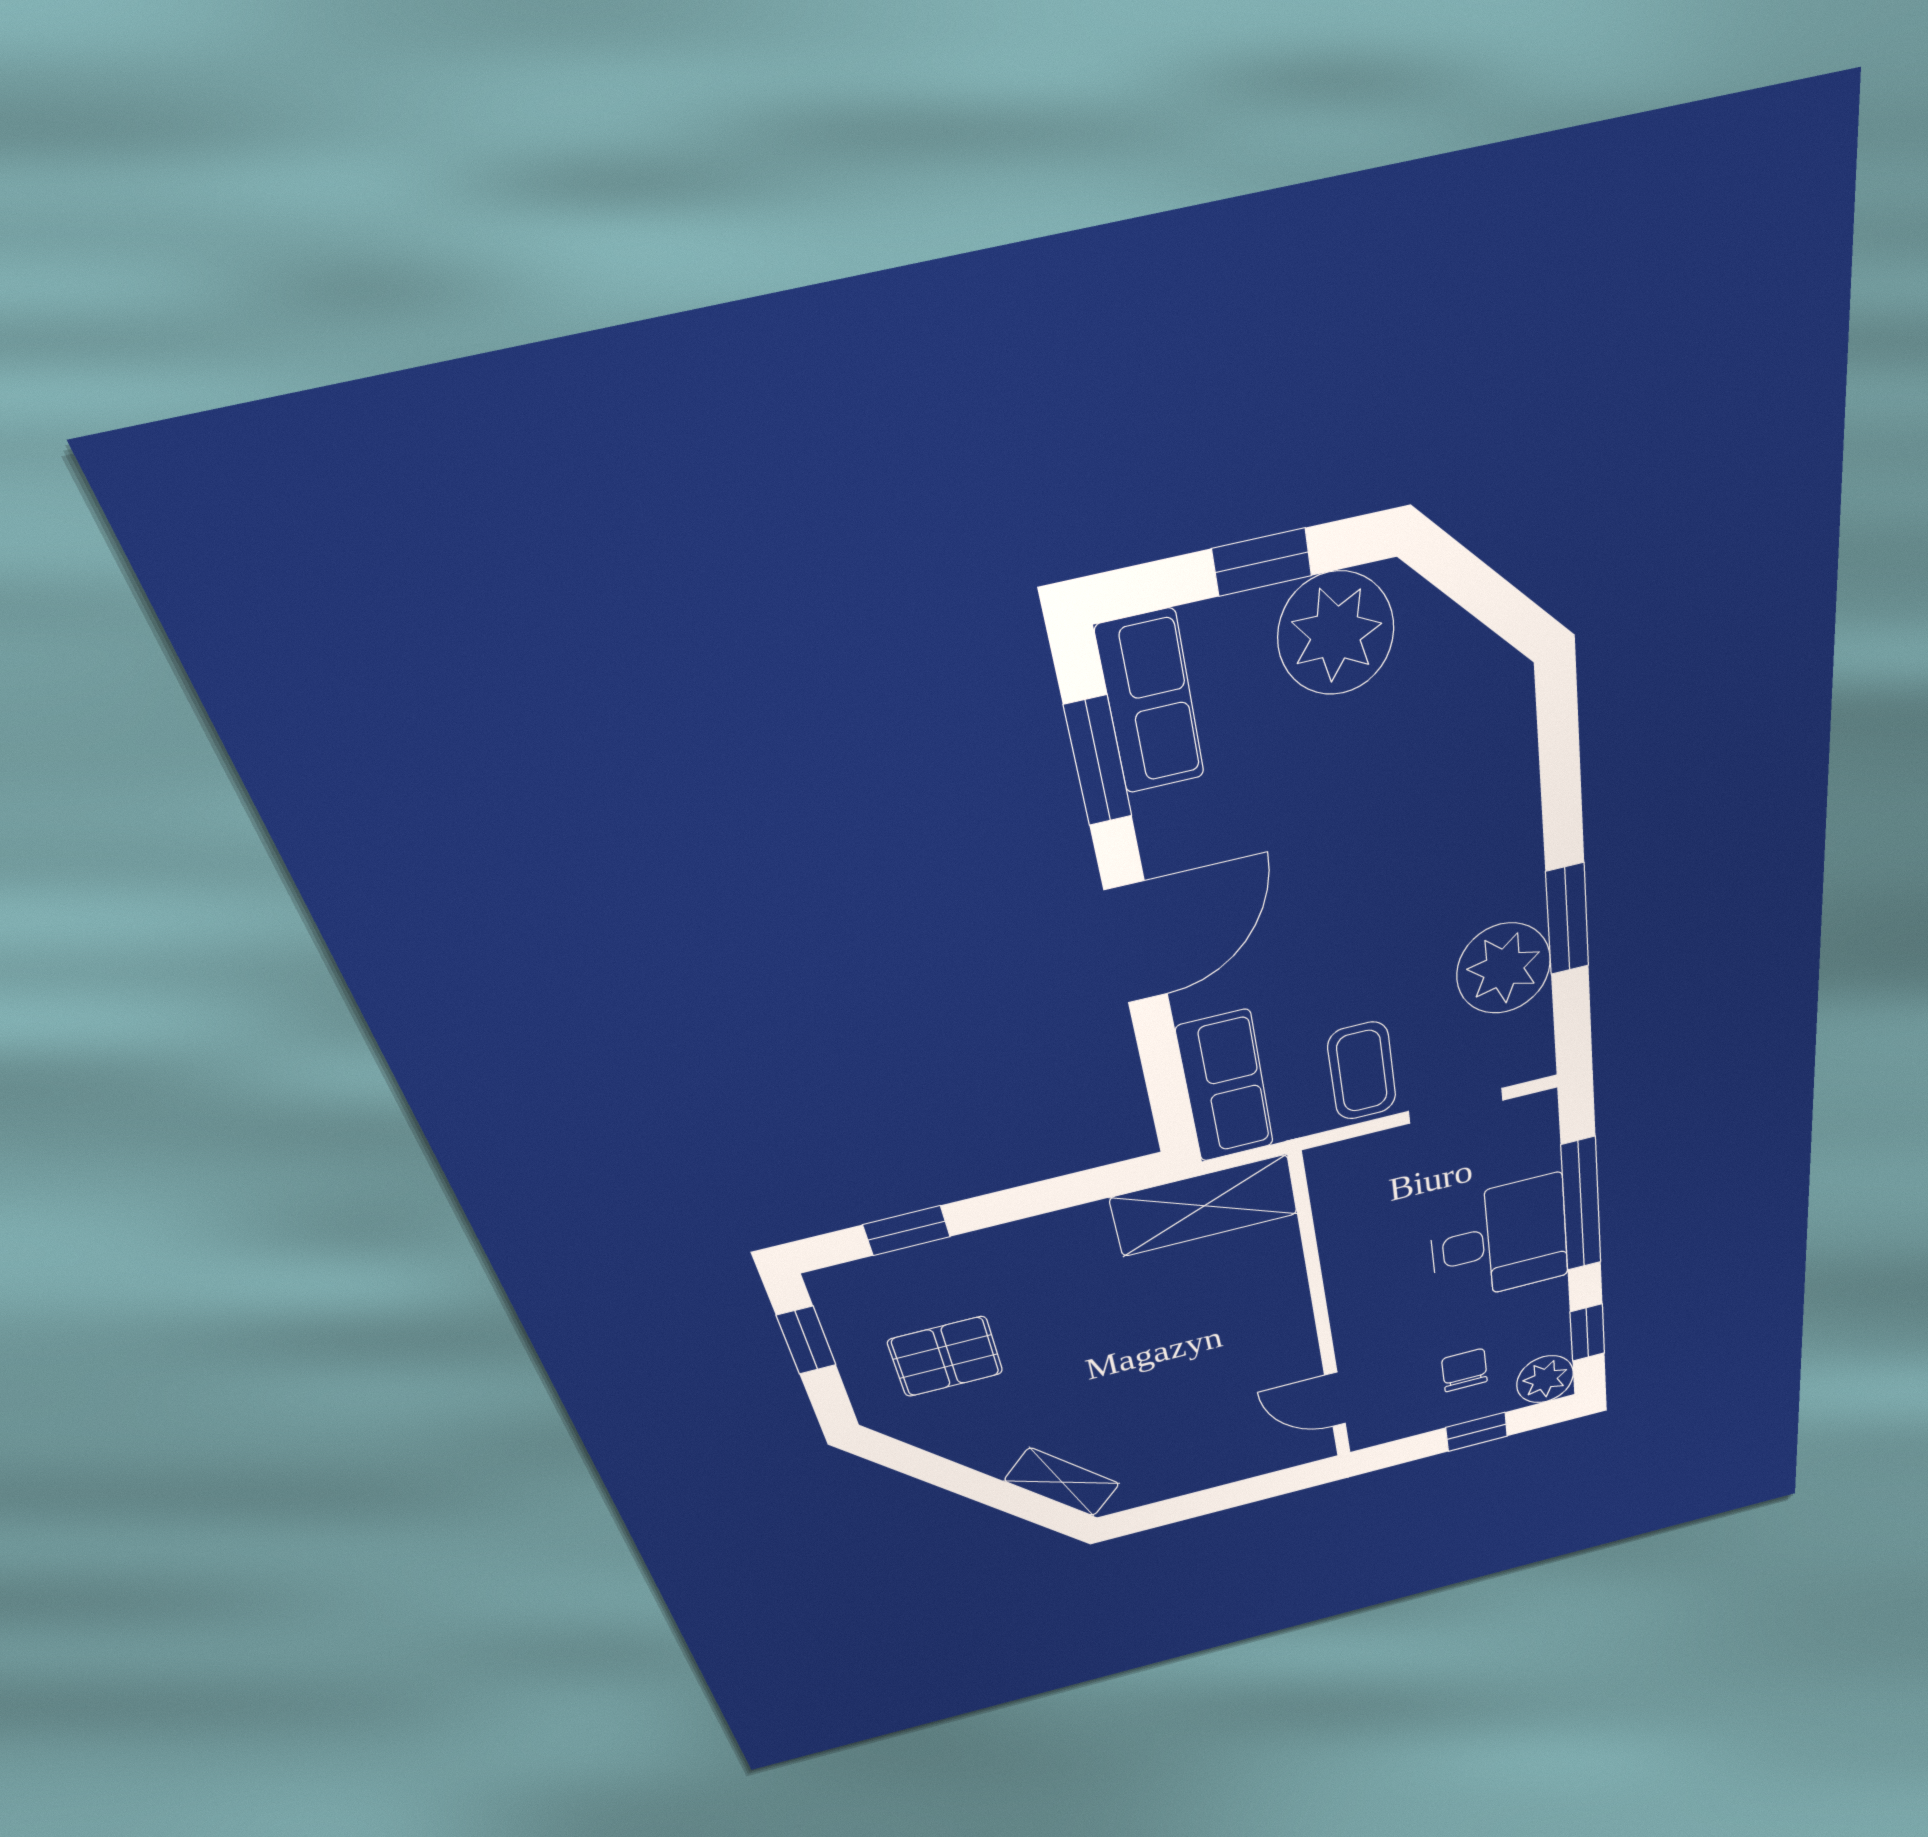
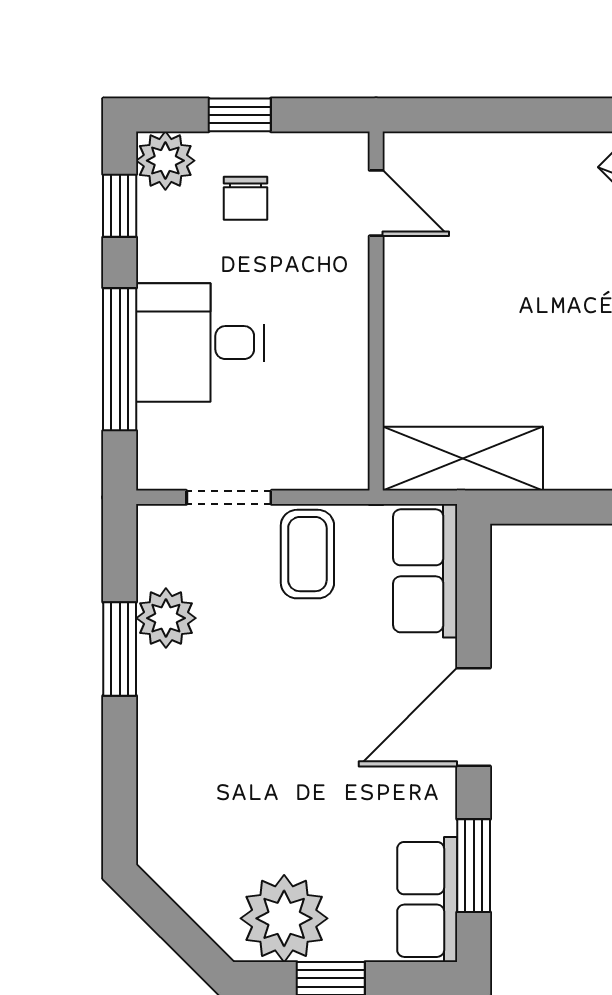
plant: (1504, 968) -> (166, 618), width x0.73, depth x0.73

